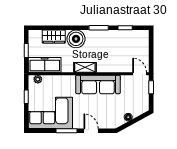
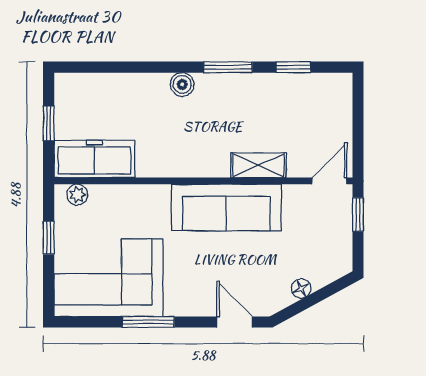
wardrobe: (54, 37) -> (117, 89), removed
boiler: (76, 39) -> (182, 84), width x0.54, depth x0.54
shelving: (85, 67) -> (258, 165), moved
door: (140, 74) -> (329, 181), hinge flipped
door: (91, 131) -> (235, 322), moved

